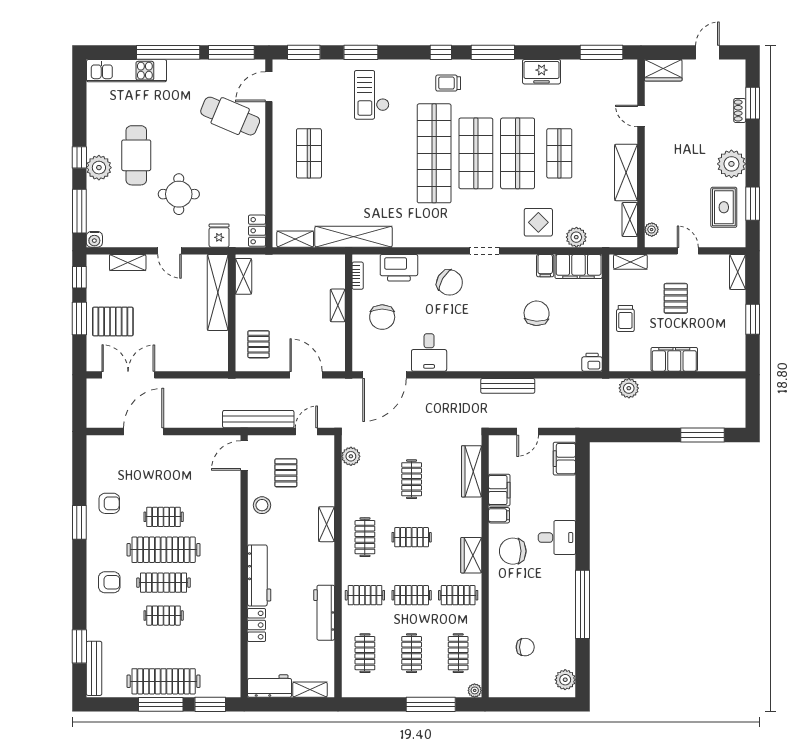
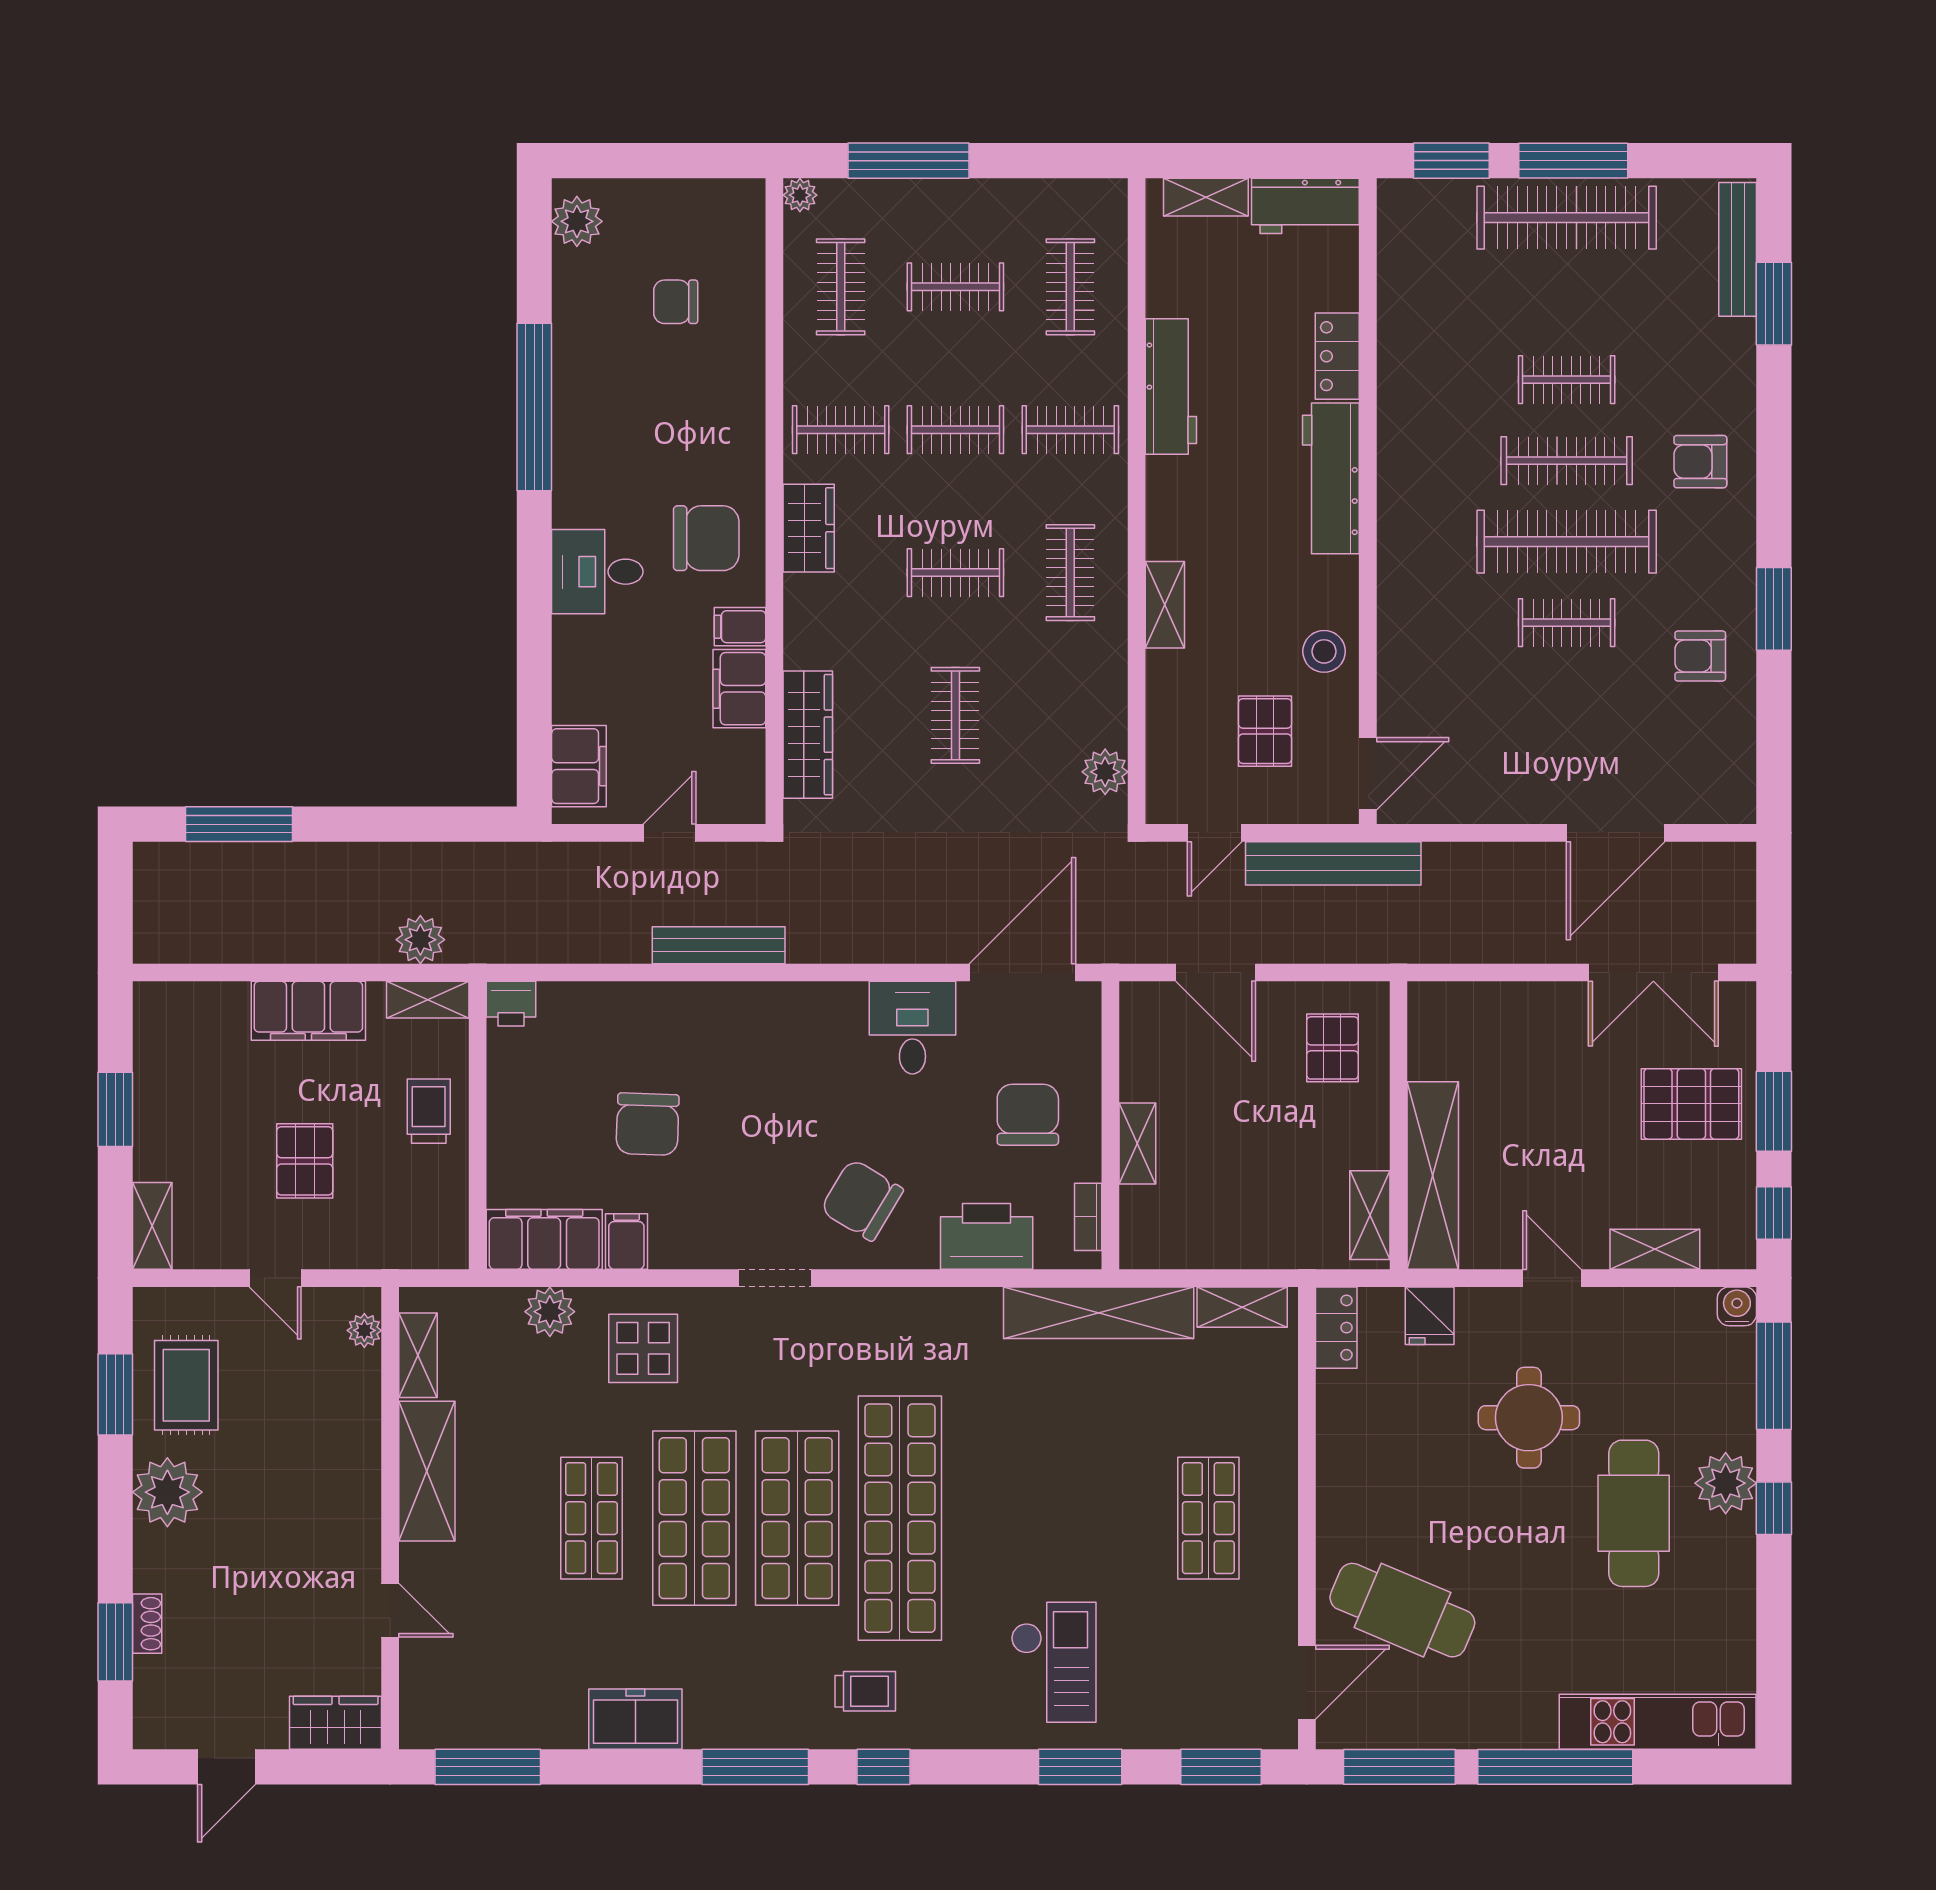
shelving: (630, 262) -> (428, 1000), moved
clothes rail: (412, 653) -> (955, 287), turned 90

